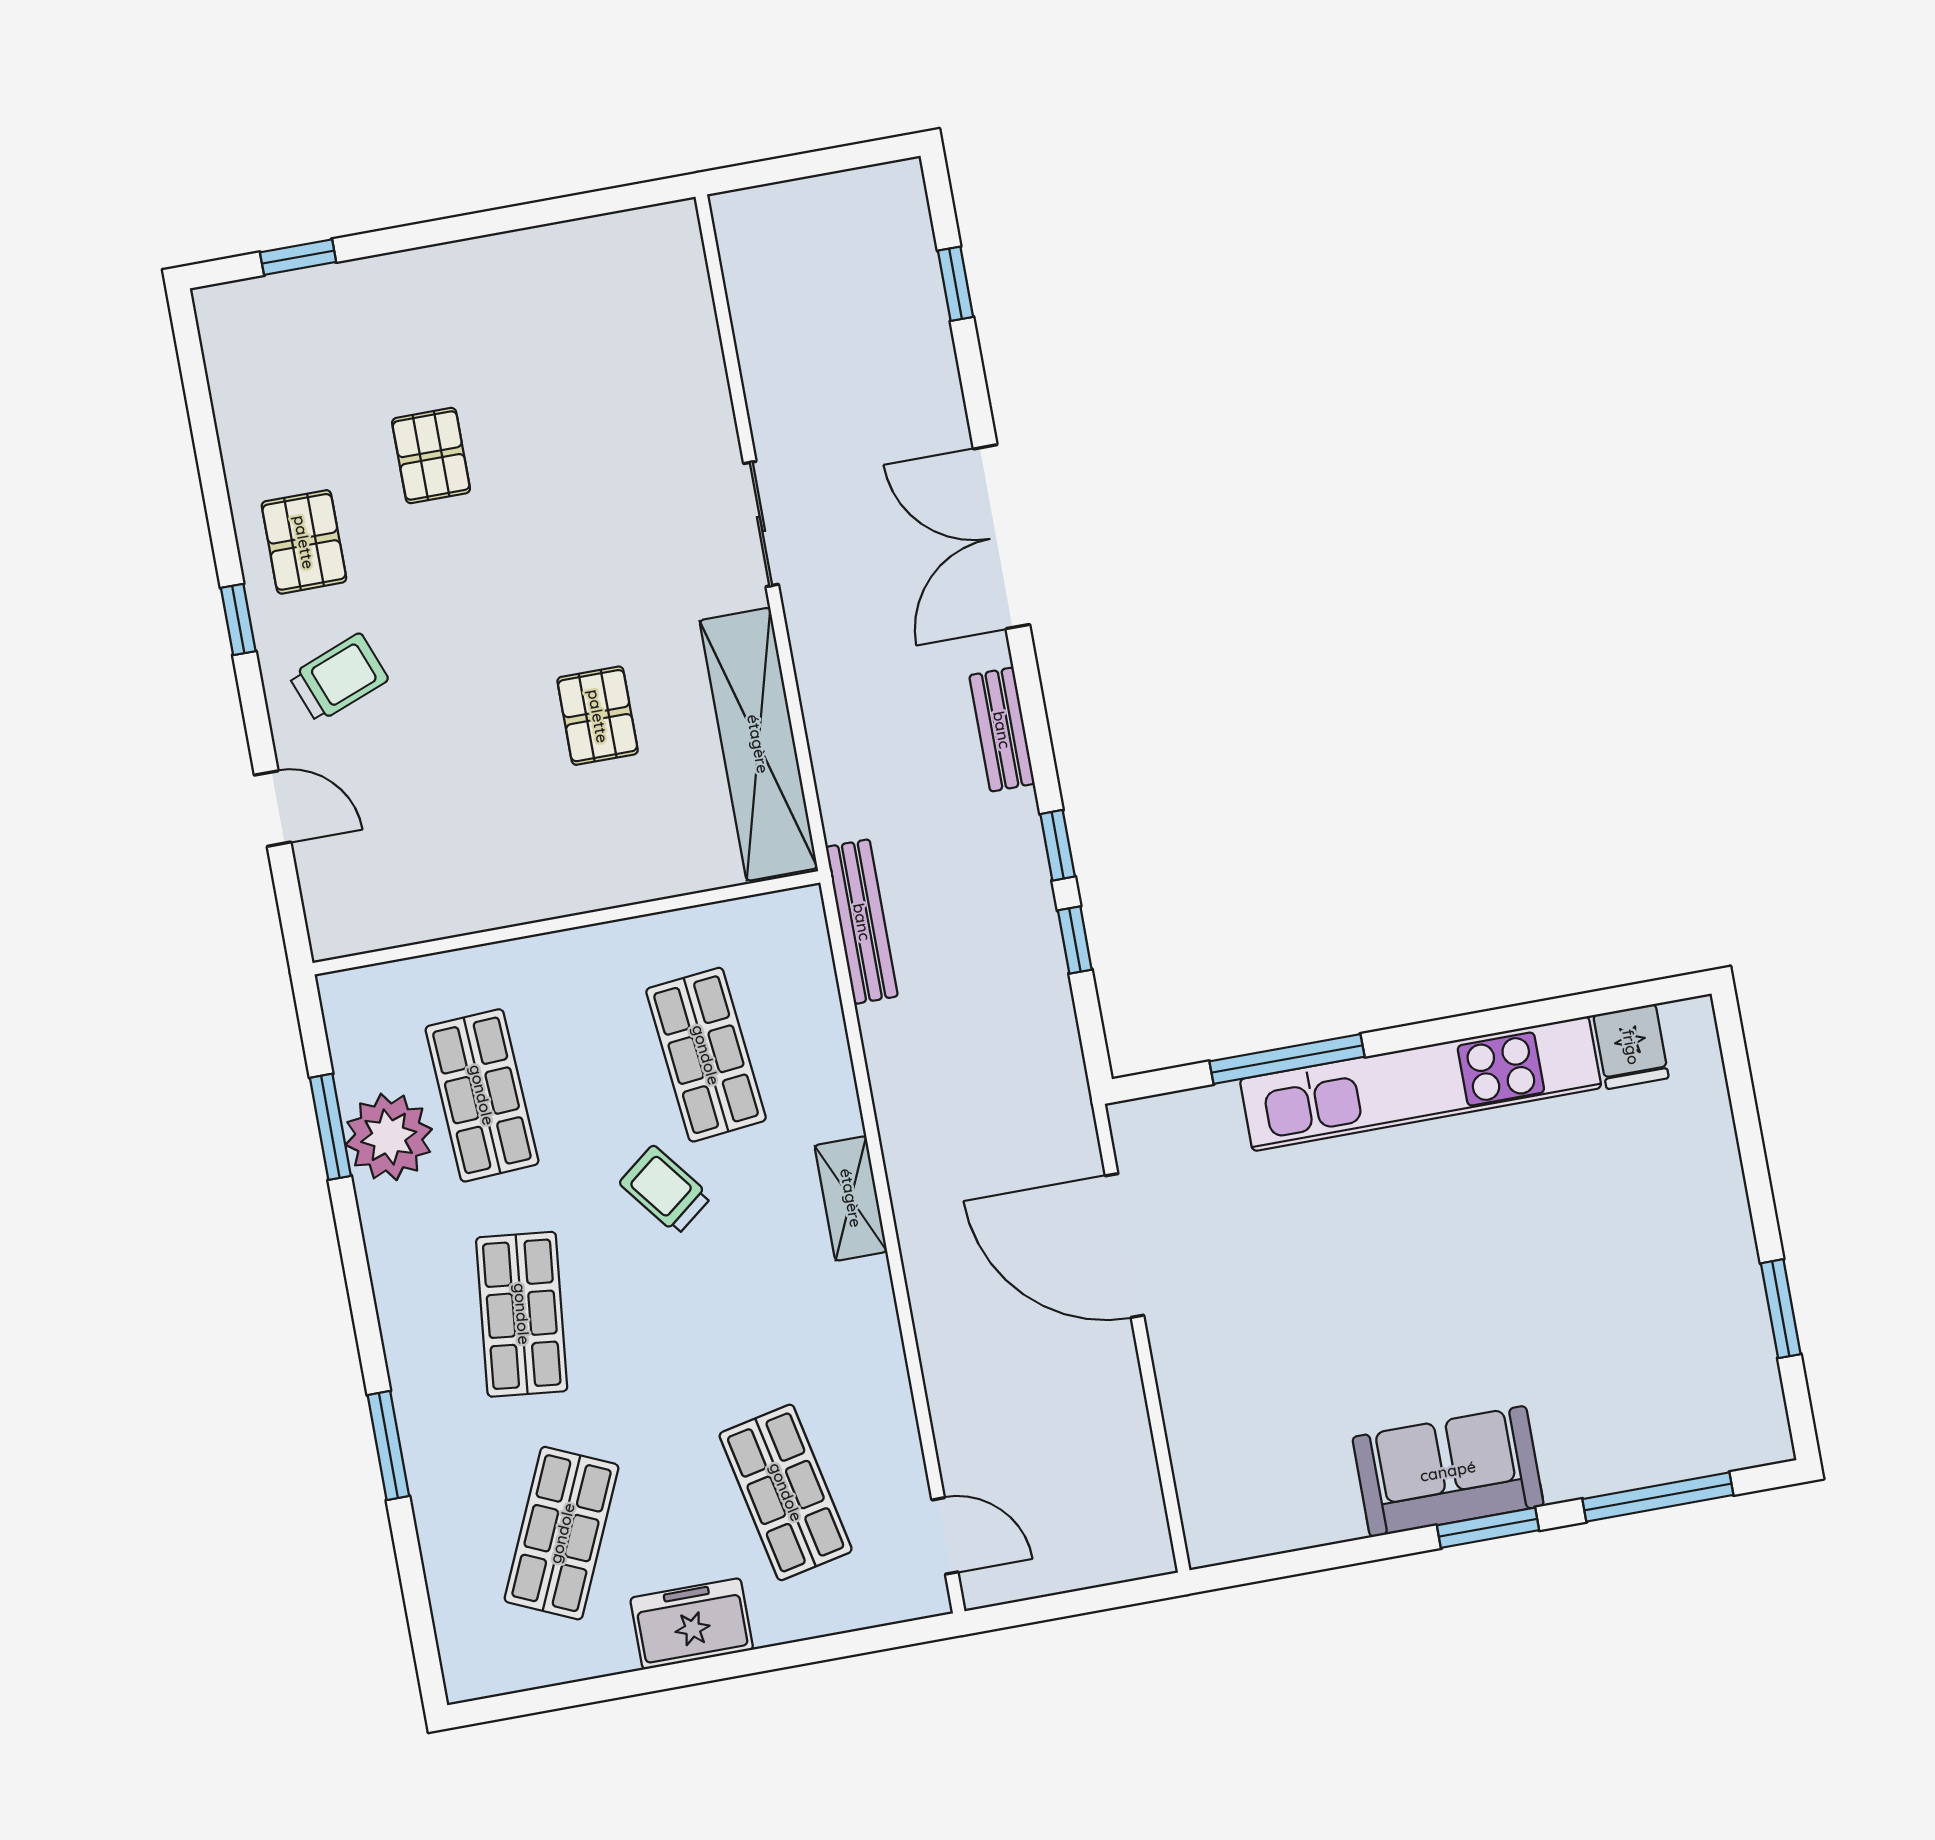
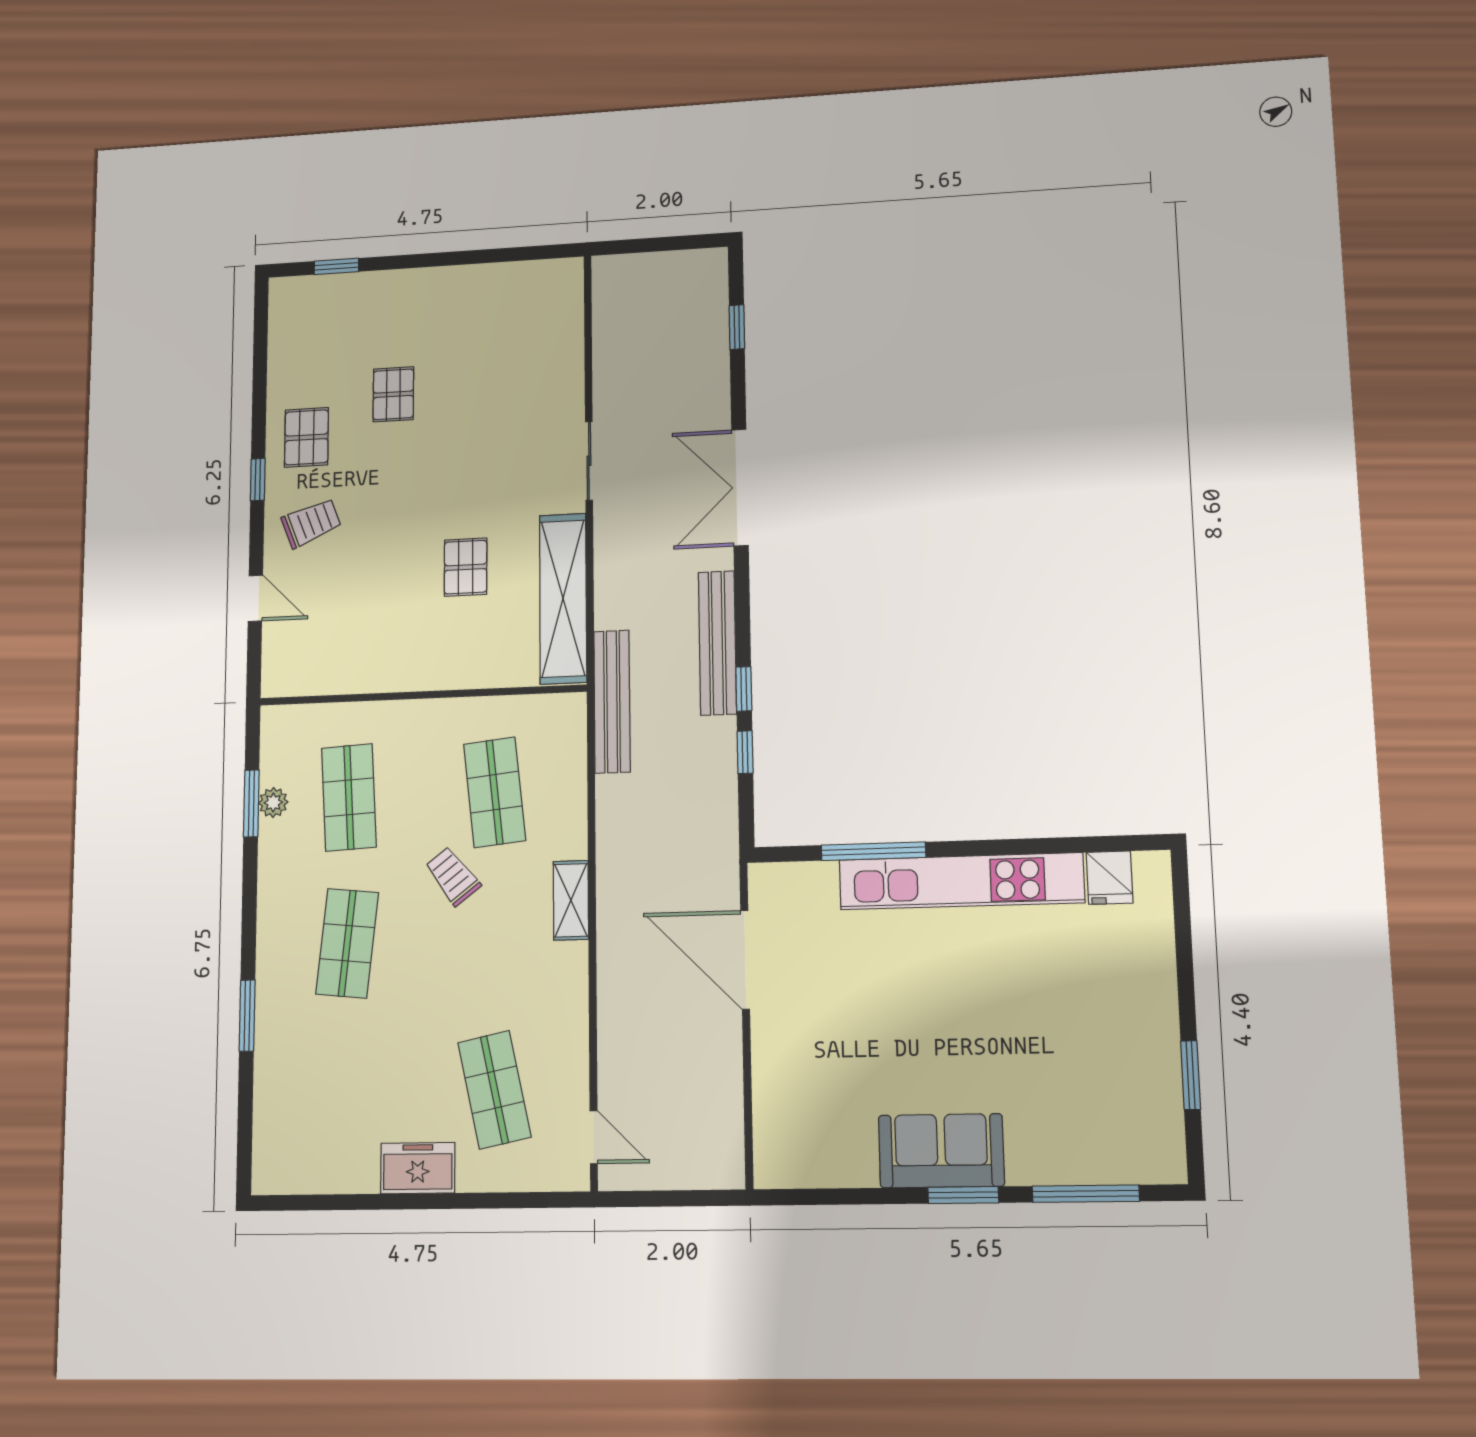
bench: (1002, 730) -> (717, 643), width x1.86, depth x1.21
bench: (862, 922) -> (612, 701), width x1.37, depth x1.21
plant: (389, 1137) -> (273, 802), width x0.53, depth x0.53
shop shelf: (562, 1533) -> (345, 1092), removed

